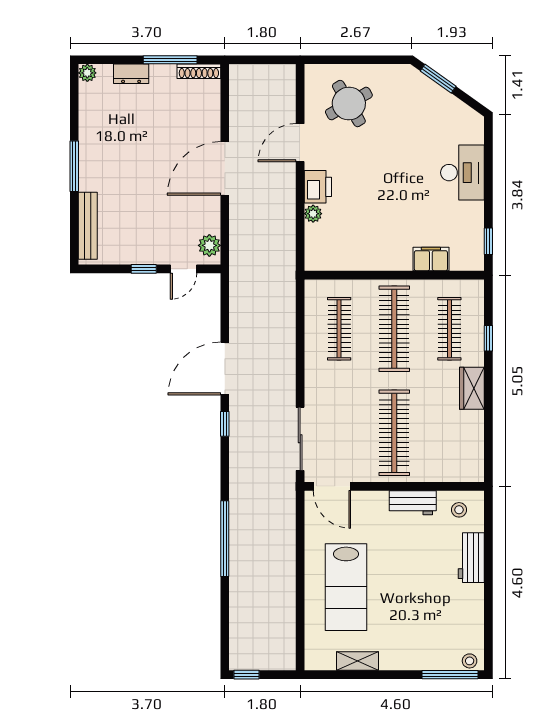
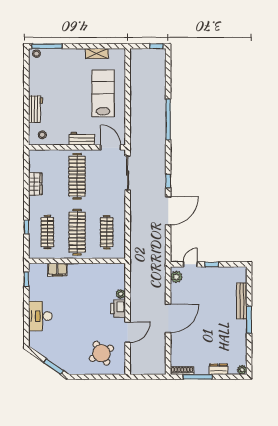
bench: (88, 226) -> (242, 301), moved
wardrobe: (472, 388) -> (35, 184), moved
workbench: (413, 503) -> (82, 139), moved

